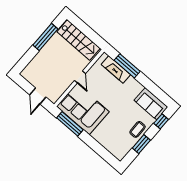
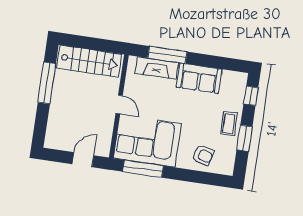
door: (38, 96) -> (83, 160), swing flipped
sofa: (151, 104) -> (199, 78), moved
armchair: (110, 138) -> (203, 155), added

